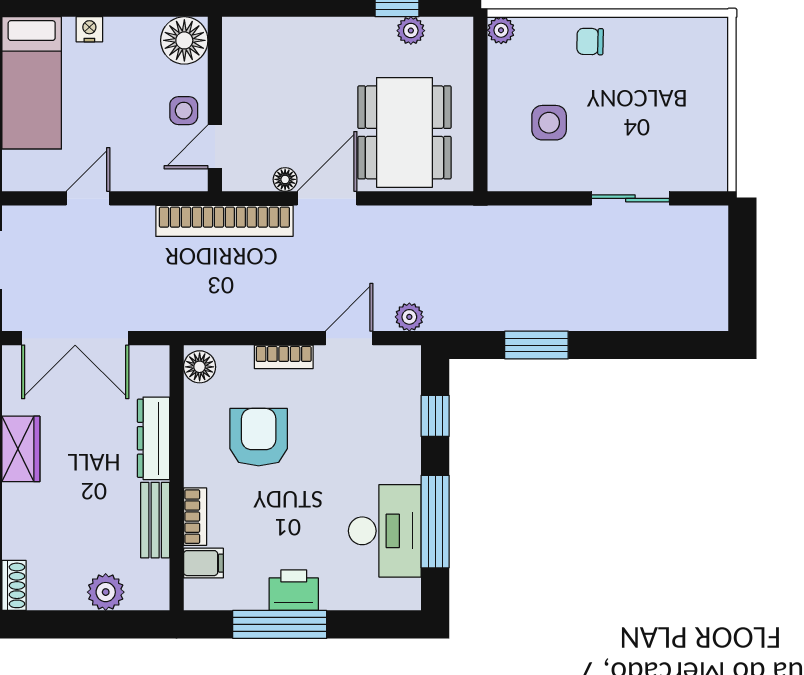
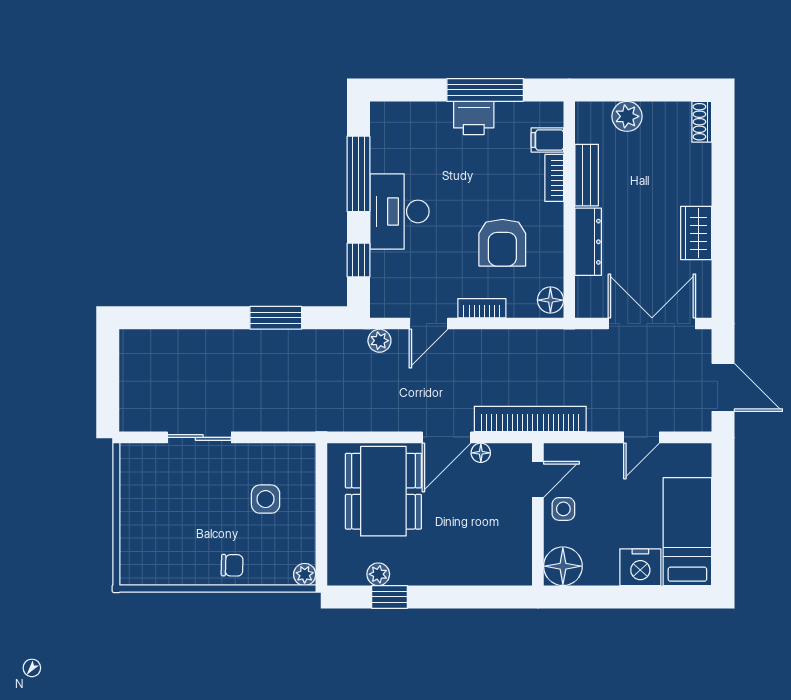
nightstand: (89, 29) -> (640, 567), width x1.89, depth x1.79
desk: (385, 531) -> (399, 211), moved

